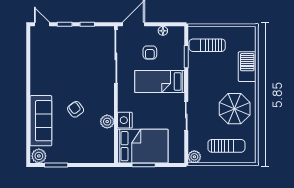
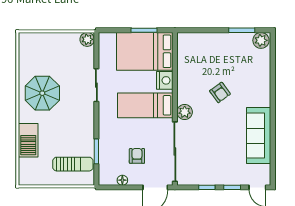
bed: (160, 81) -> (145, 105), moved, turned 180
sofa: (41, 121) -> (259, 136), moved
plant: (107, 122) -> (185, 112), moved
sun lounger: (226, 146) -> (51, 52), removed

